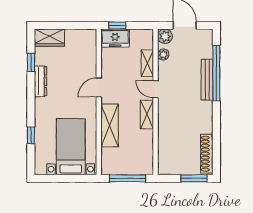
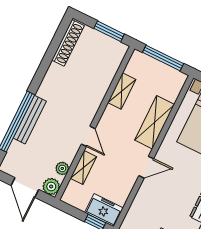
shelving: (147, 114) -> (122, 91), moved
window: (194, 178) -> (109, 31), moved

